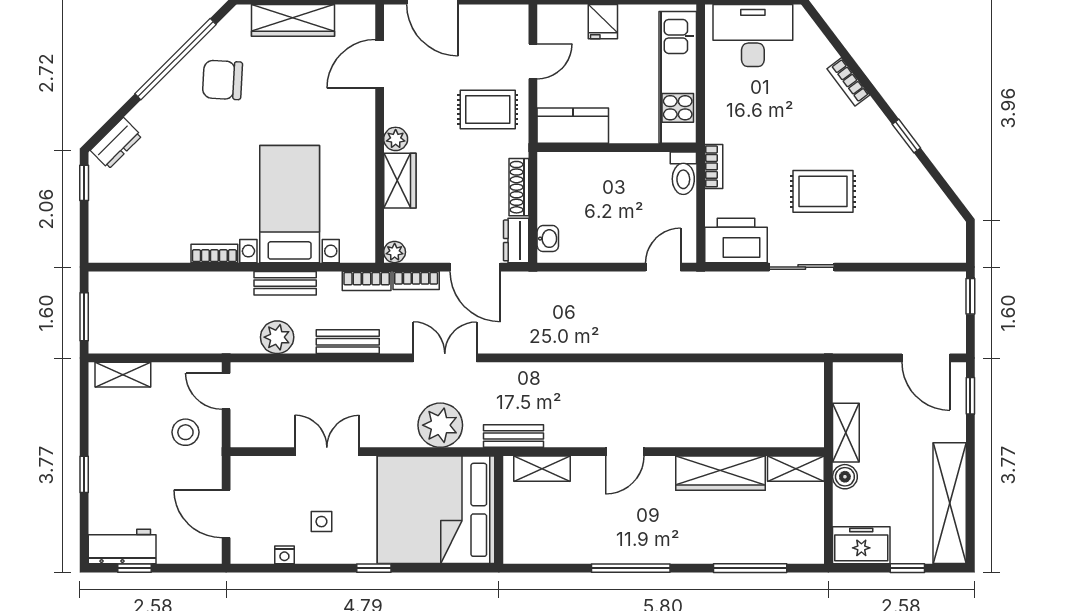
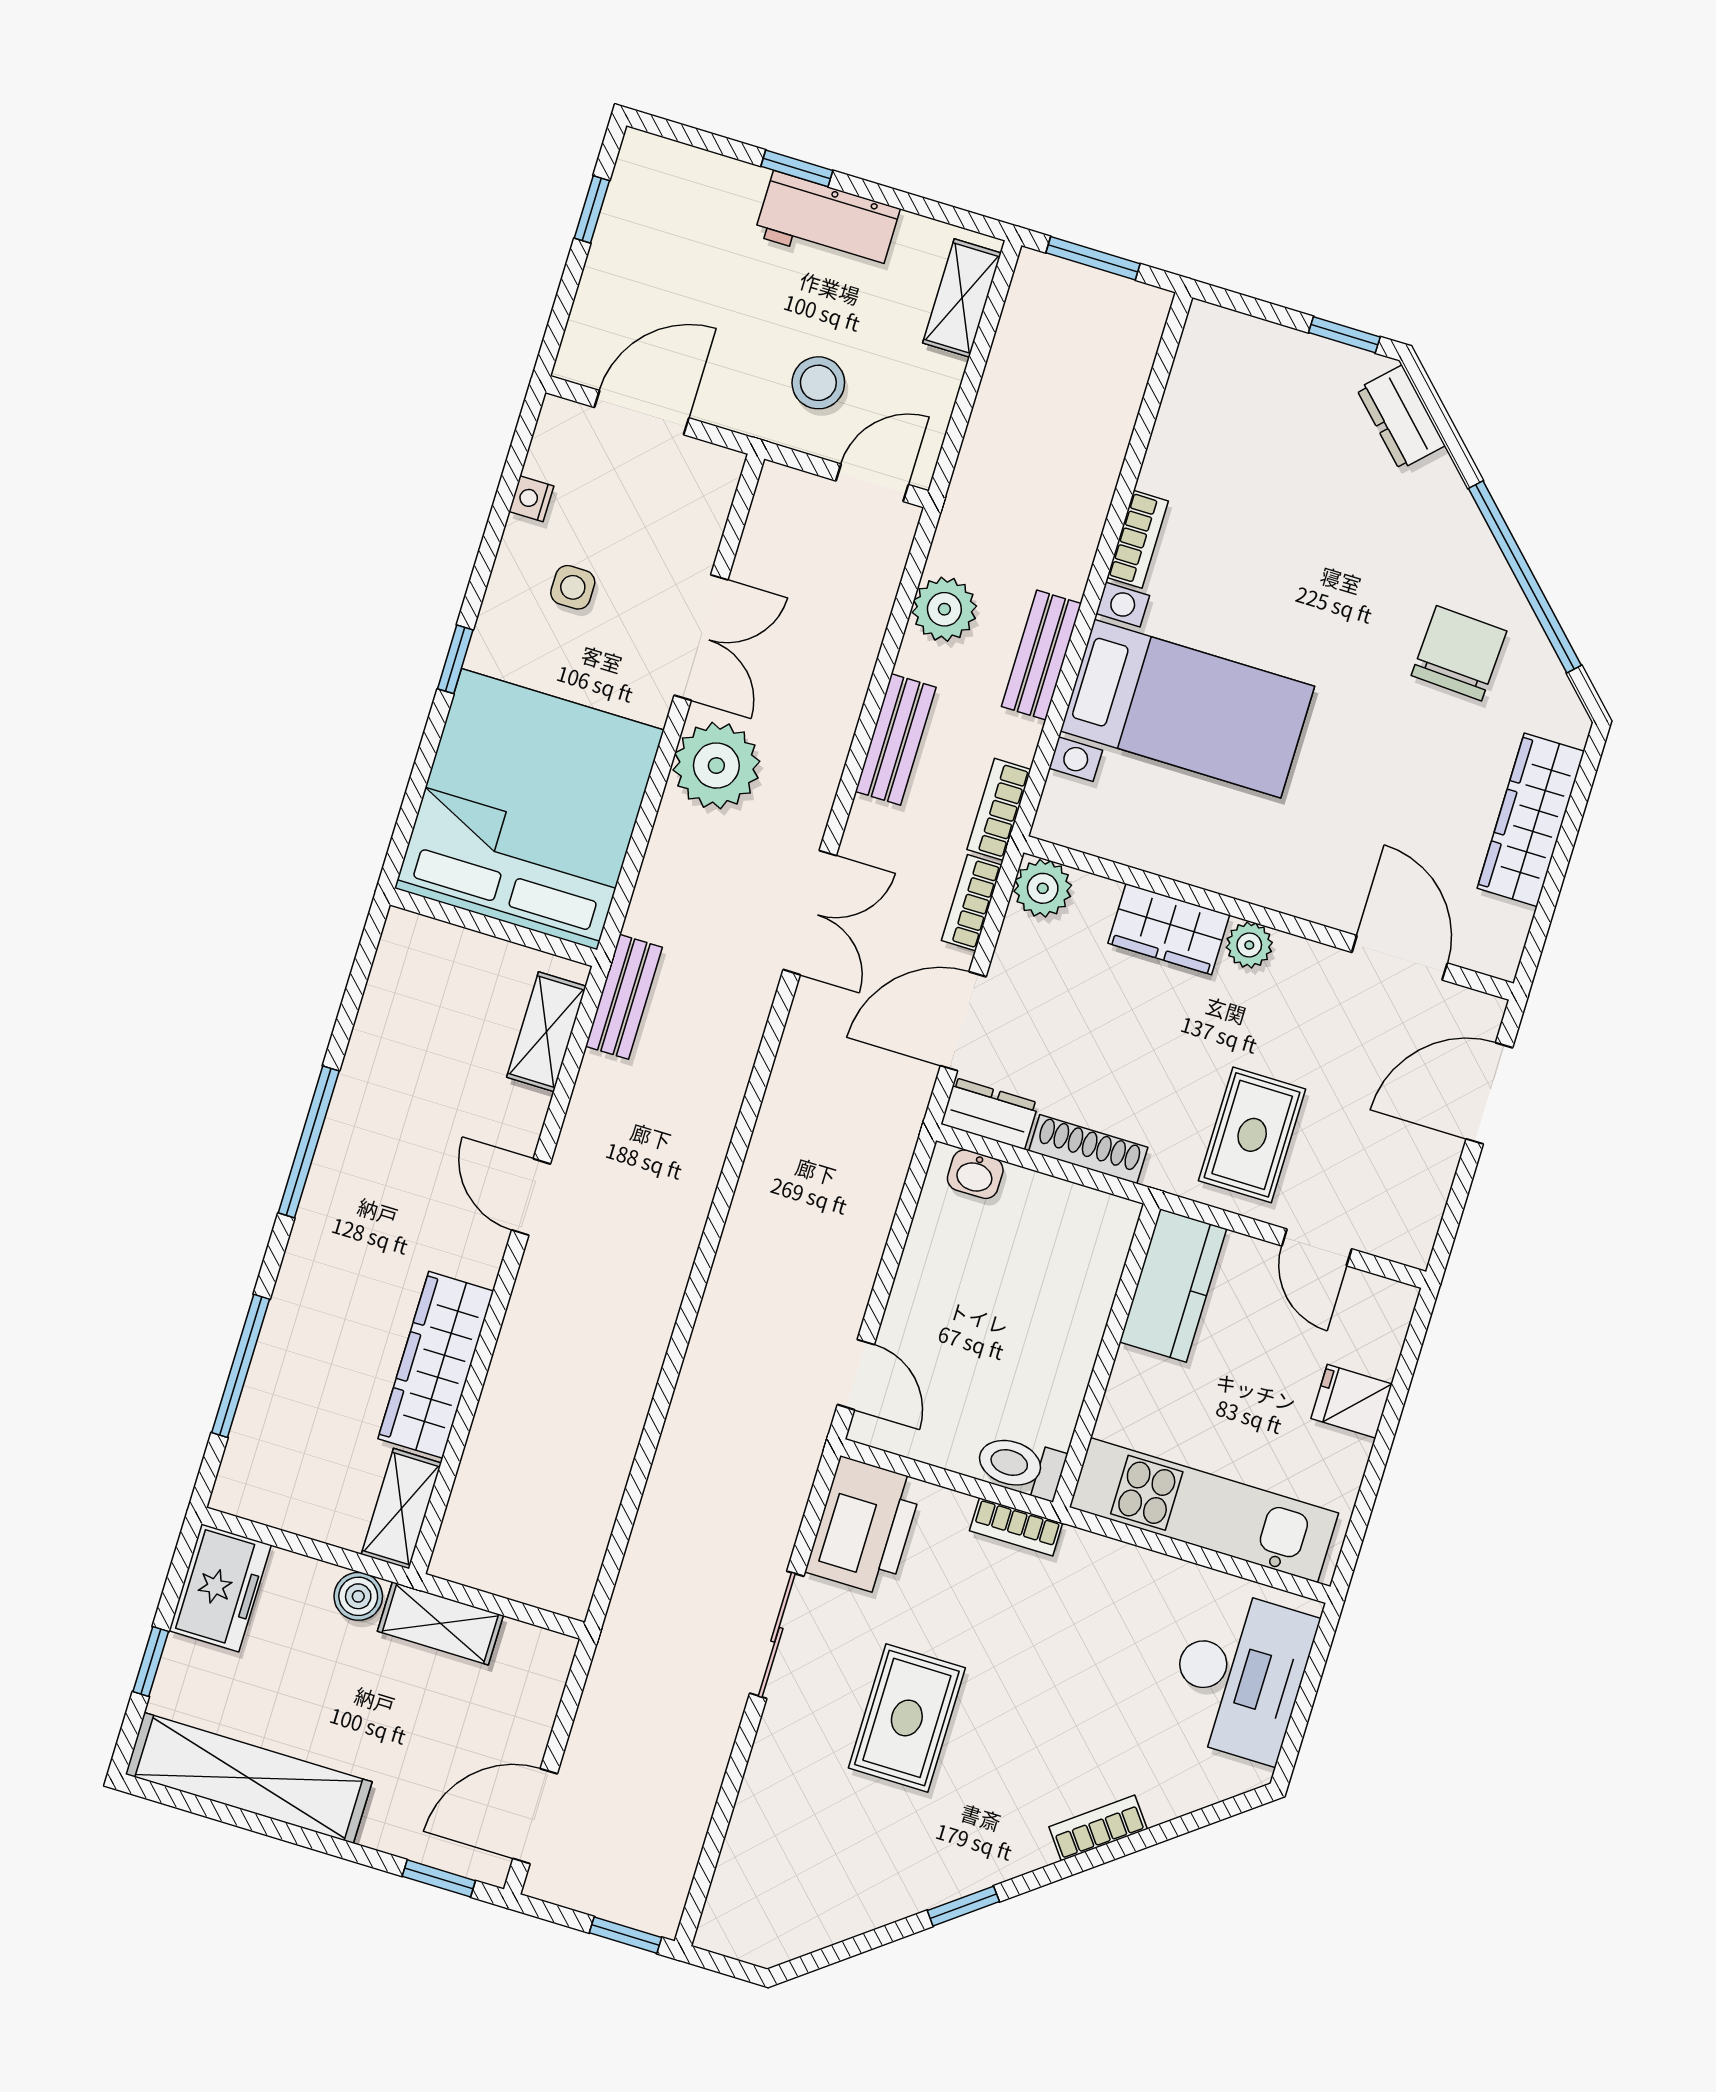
plant: (395, 252) -> (1043, 888), width x1.38, depth x1.38
plant: (440, 425) -> (716, 766), moved
workbench: (122, 546) -> (827, 222), moved, turned 90

